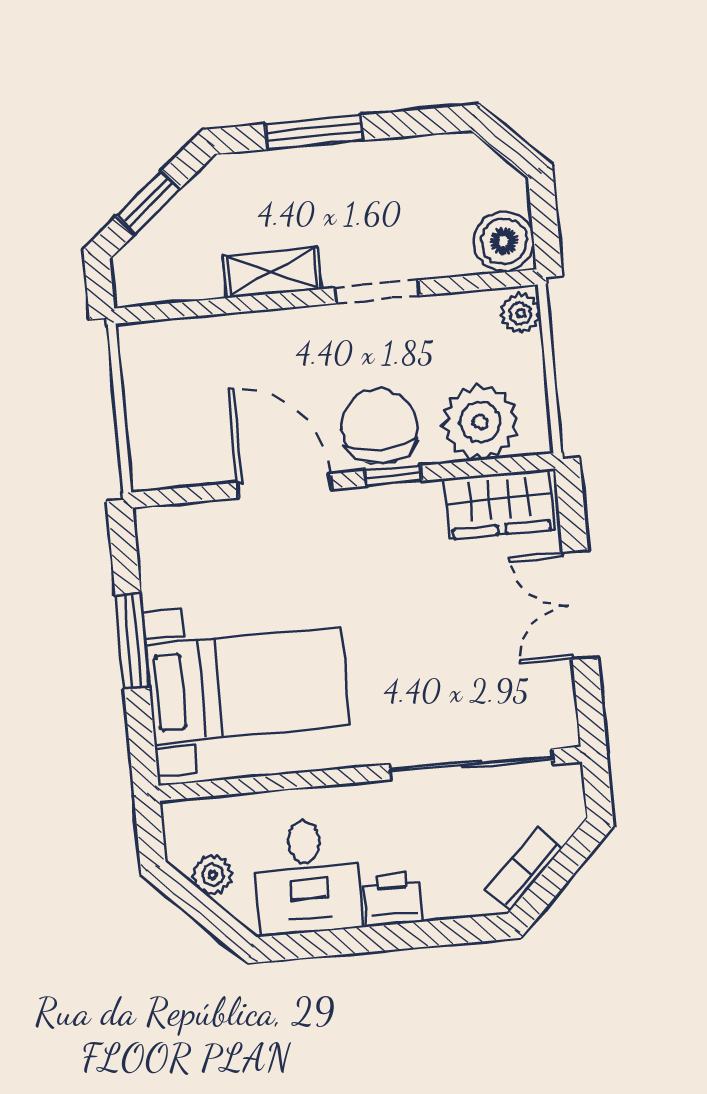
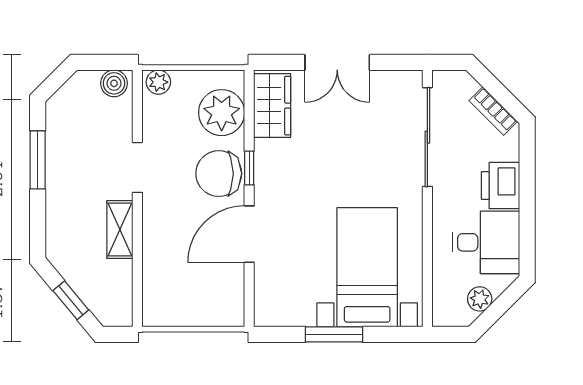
window: (314, 132) -> (38, 160), moved
boiler: (504, 241) -> (114, 83), width x0.73, depth x0.73
printer: (393, 899) -> (500, 186), width x1.36, depth x1.24

